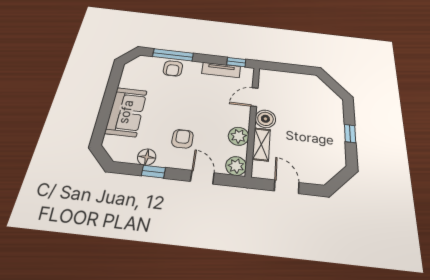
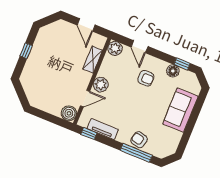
armchair: (173, 68) -> (139, 140), turned -78
boiler: (265, 119) -> (69, 113), moved
plant: (239, 136) -> (101, 85), moved
armchair: (183, 139) -> (146, 78), turned -90
window: (153, 172) -> (182, 64), moved

